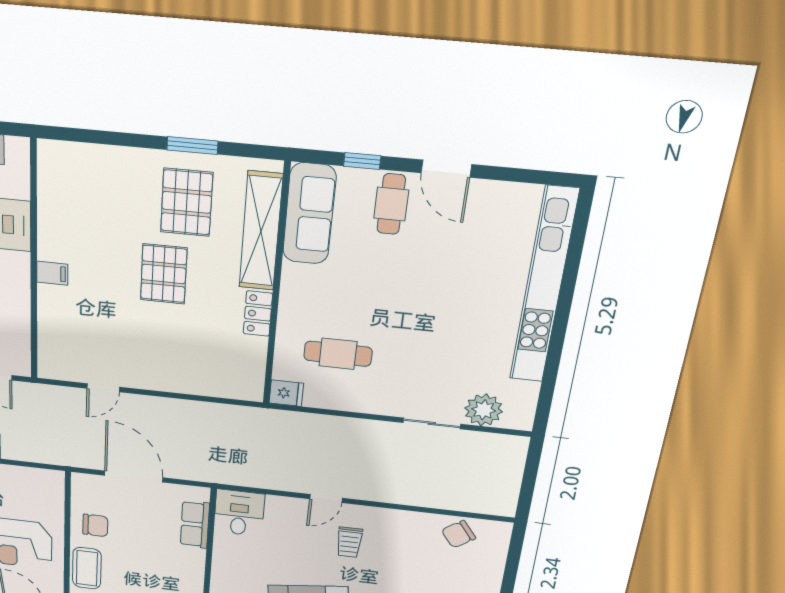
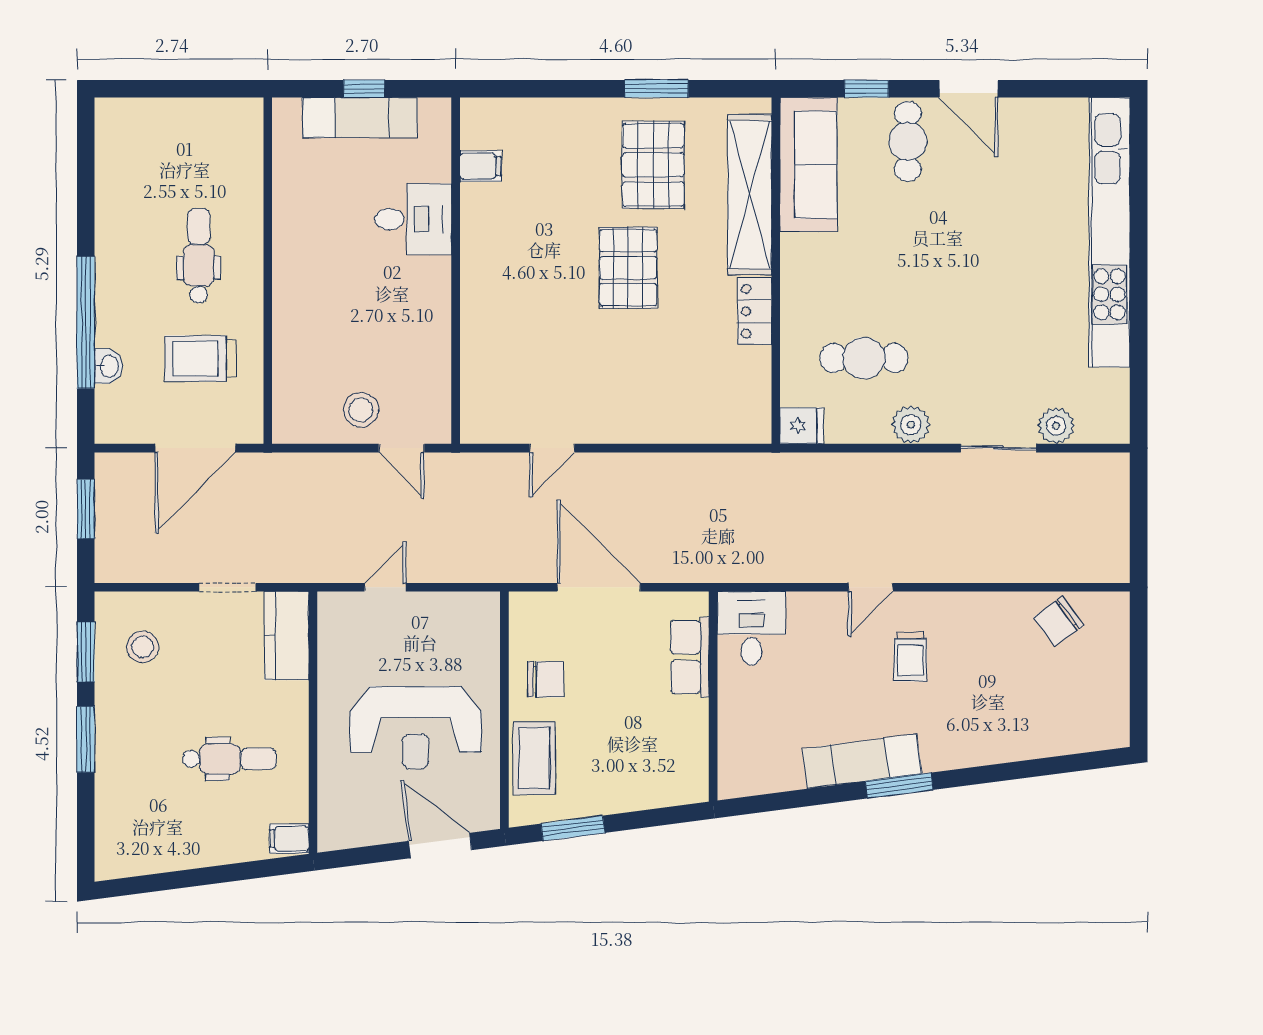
filing cabinet: (52, 273) -> (480, 166), moved
plant: (368, 401) -> (911, 425), added
plant: (484, 410) -> (1056, 426), width x0.73, depth x0.73

